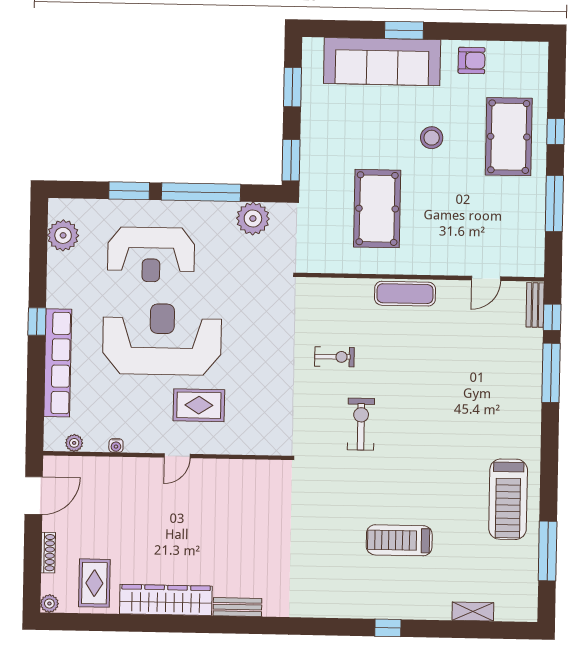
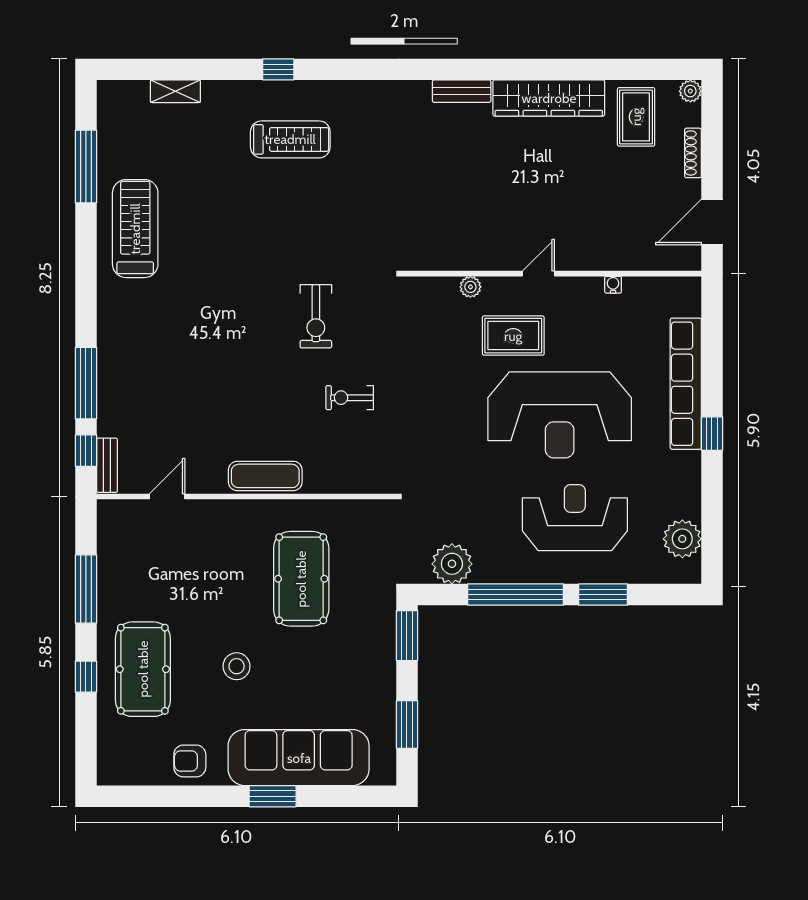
plant: (74, 443) -> (470, 287), moved
treadmill: (399, 540) -> (290, 139), moved

